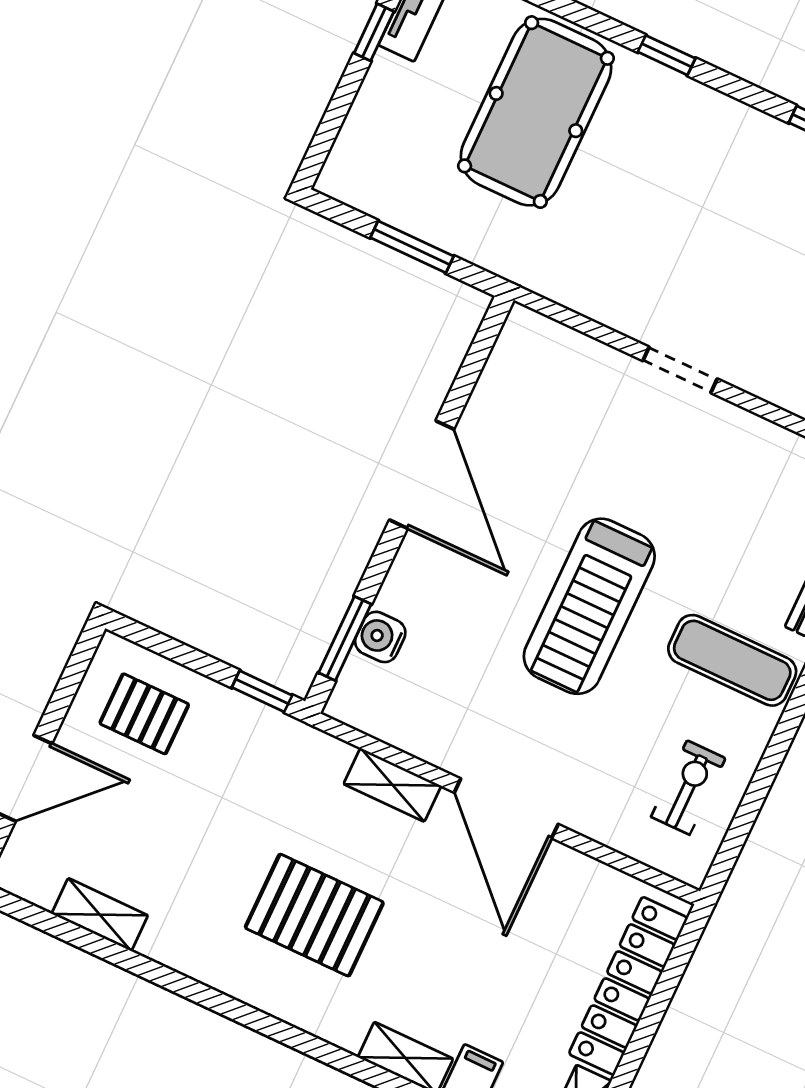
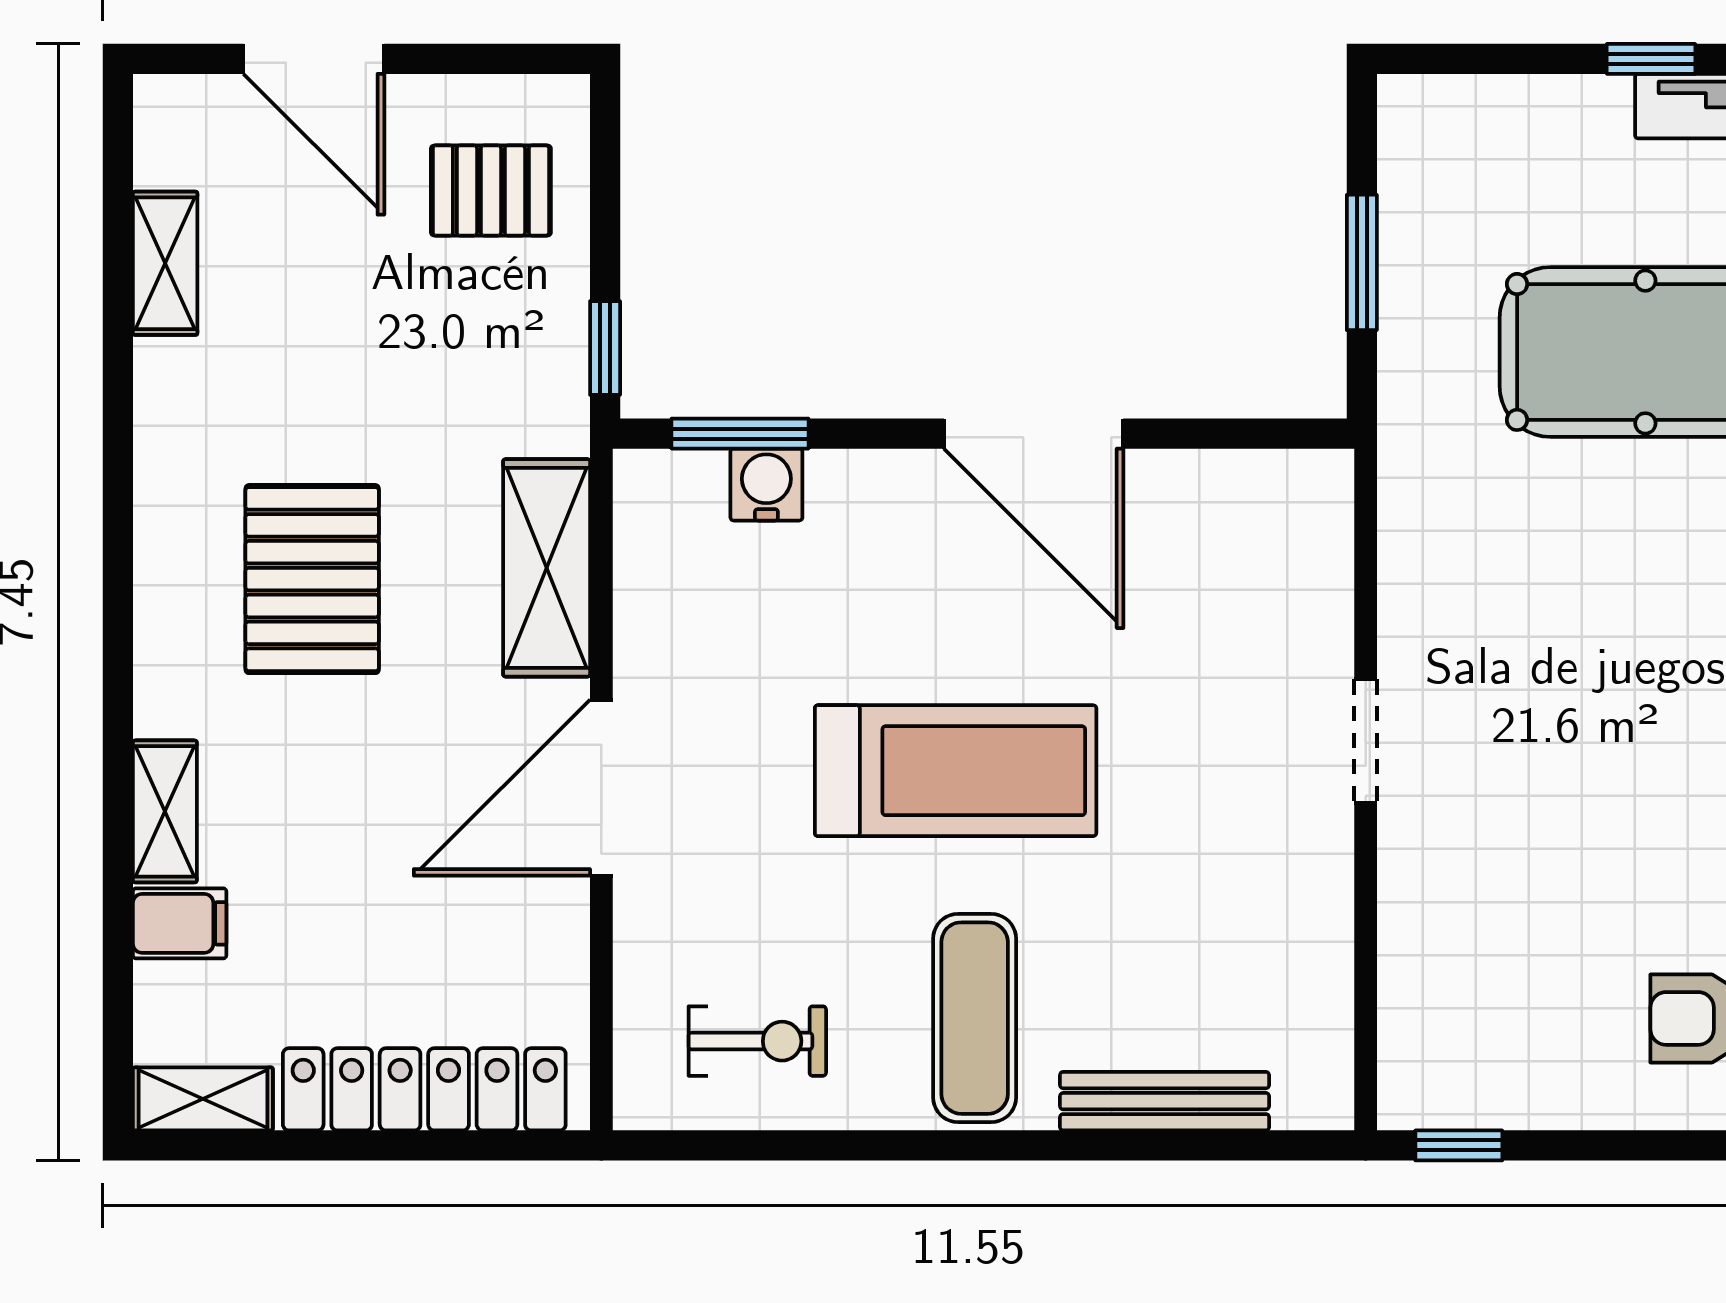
door: (422, 475) -> (1034, 434), hinge flipped
treadmill: (589, 606) -> (956, 771), turned 180
pallet: (144, 714) -> (491, 191), turned 90
shelving: (392, 785) -> (547, 568), width x1.50, depth x1.33

